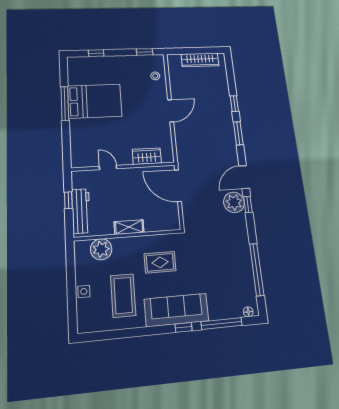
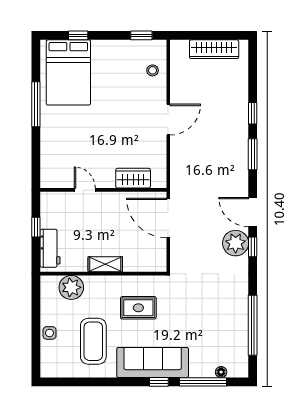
bed: (95, 101) -> (68, 72), moved, turned 90
door: (244, 177) -> (253, 212), hinge flipped
workbench: (81, 211) -> (50, 248), width x0.73
floor lamp: (248, 312) -> (221, 372), moved

